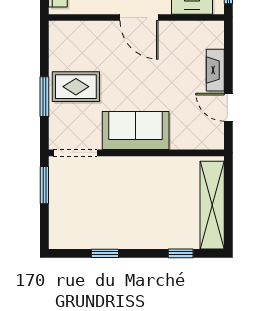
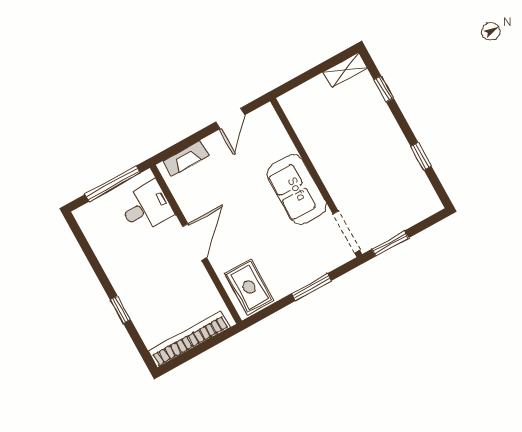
fireplace: (215, 70) -> (186, 158), moved
rug: (76, 87) -> (249, 287), moved
shelving: (212, 205) -> (345, 70), width x0.45, depth x0.75

